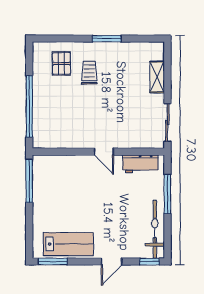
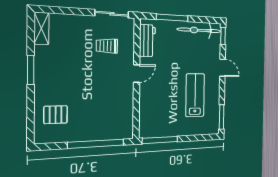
trolley: (89, 73) -> (107, 46), moved
shelving: (157, 77) -> (41, 28), moved, turned 90
lab bench: (68, 244) -> (195, 95), moved

